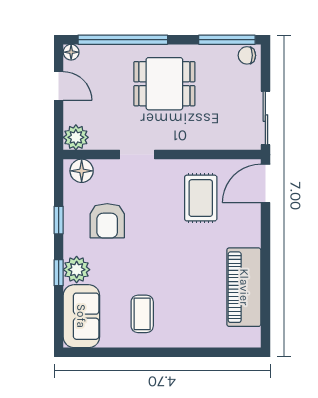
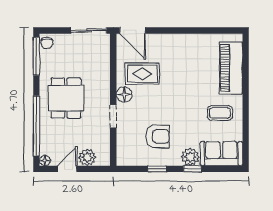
plant: (76, 137) -> (87, 157), moved
floor lamp: (82, 171) -> (124, 95), moved
piano: (244, 287) -> (231, 68), moved, turned 90

